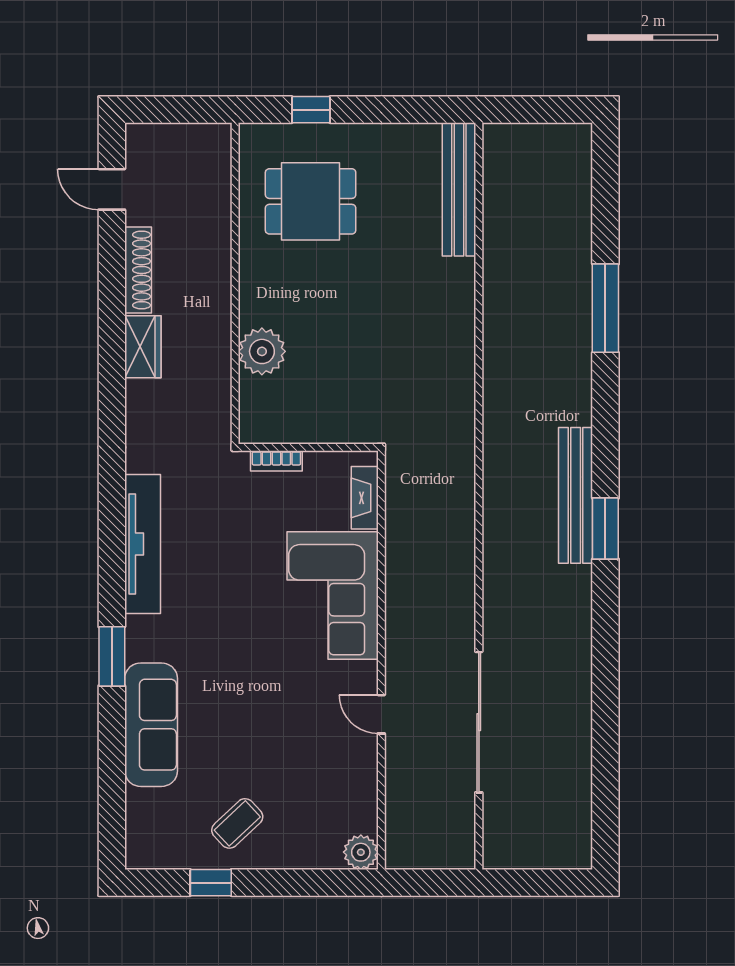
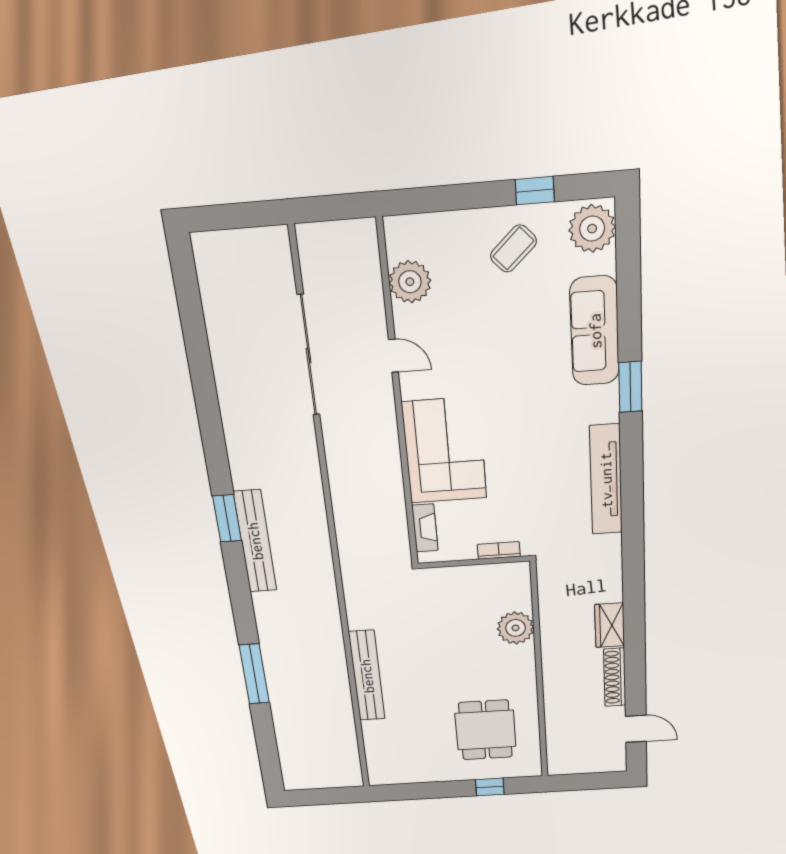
bench: (459, 189) -> (367, 676), moved
dining table: (311, 201) -> (485, 730), turned 90
plant: (150, 838) -> (592, 229), added
plant: (361, 852) -> (410, 282), moved, width x1.36, depth x1.36

